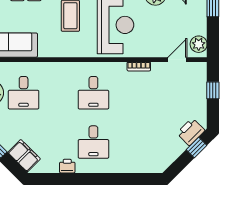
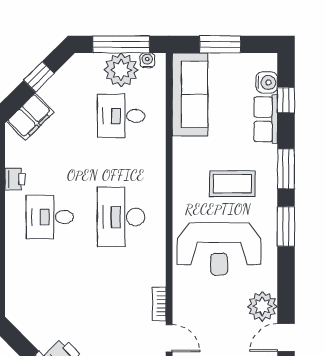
bookcase: (139, 66) -> (159, 304), moved
desk: (93, 93) -> (121, 217), width x1.37

